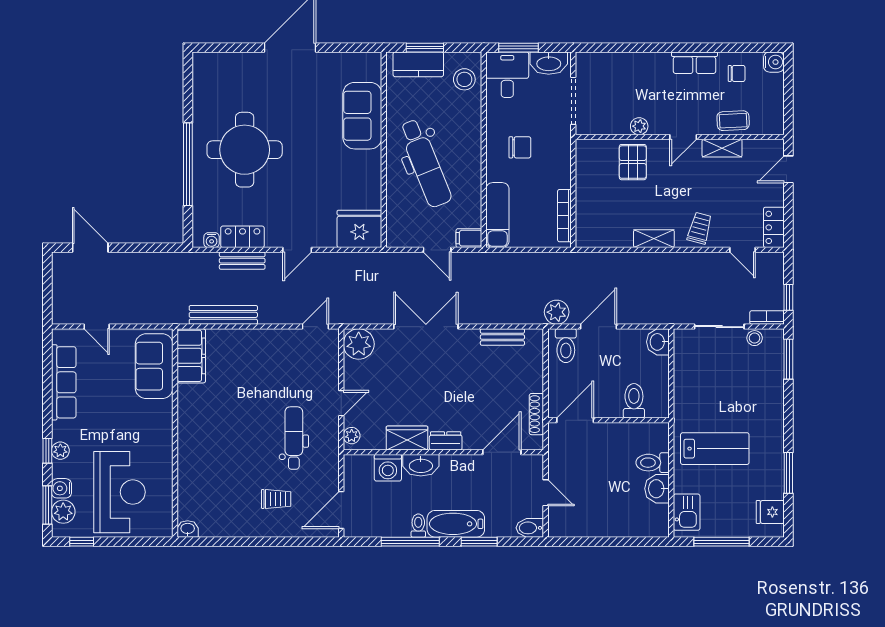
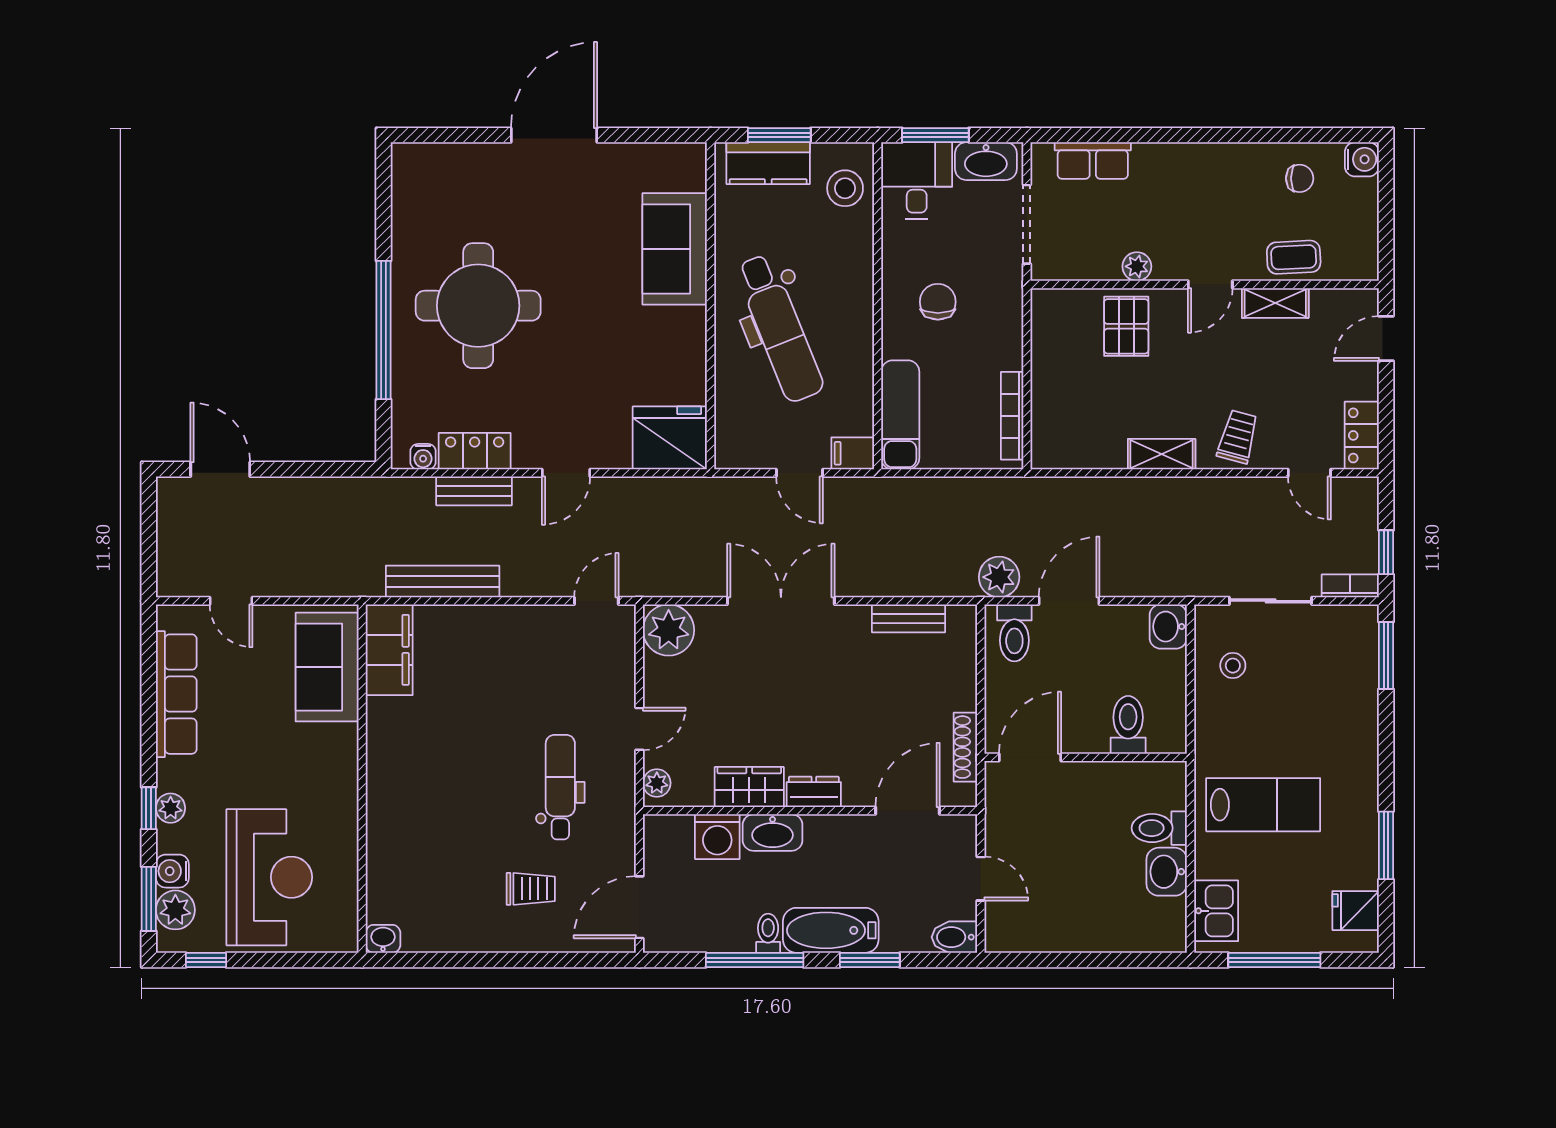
row of seats: (695, 63) -> (1093, 160), moved
chair: (520, 147) -> (938, 302), turned -90
stool: (755, 338) -> (1233, 666), moved

